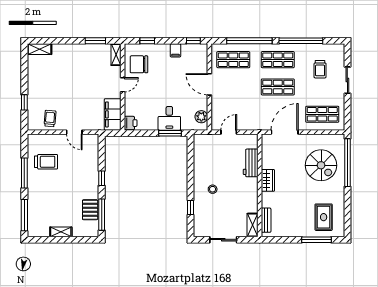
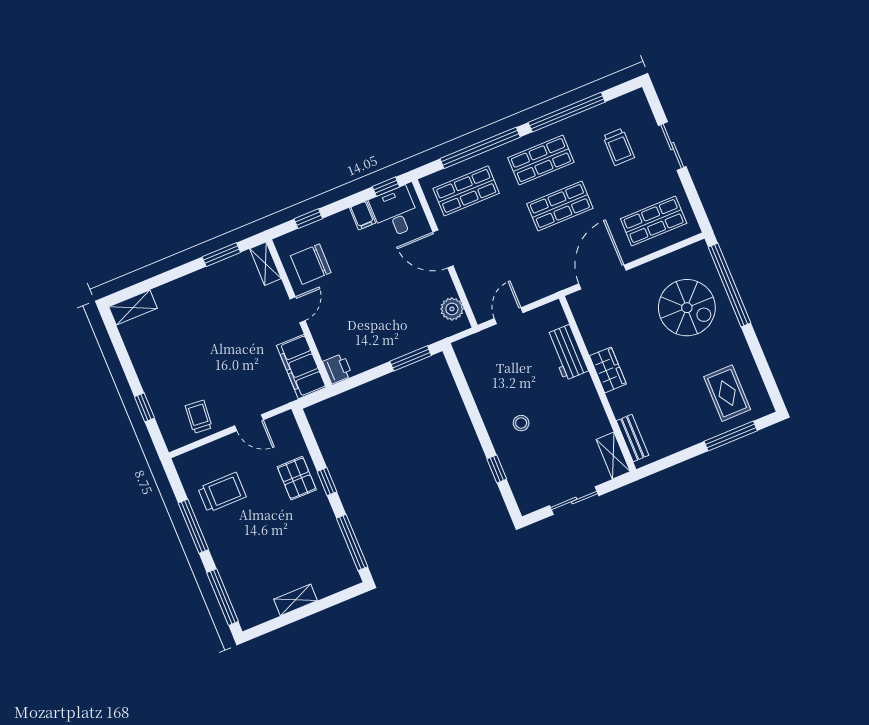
desk: (169, 118) -> (395, 212), moved, turned 180
pallet: (90, 210) -> (297, 478), moved

